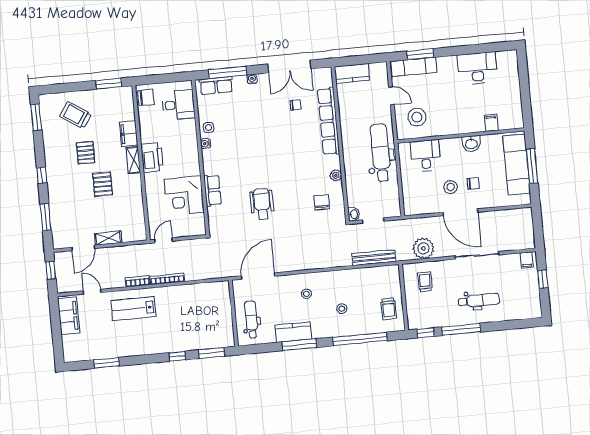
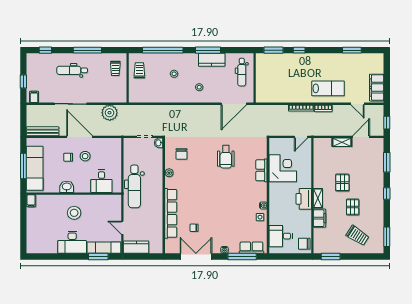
desk: (477, 68) -> (72, 242), moved
kitchen counter: (352, 73) -> (136, 247), moved
stool: (417, 117) -> (74, 213), moved
filing cabinet: (491, 123) -> (31, 201), moved
bench: (374, 258) -> (43, 131), moved
trolley: (425, 282) -> (115, 68), moved
window: (426, 333) -> (45, 50), moved

